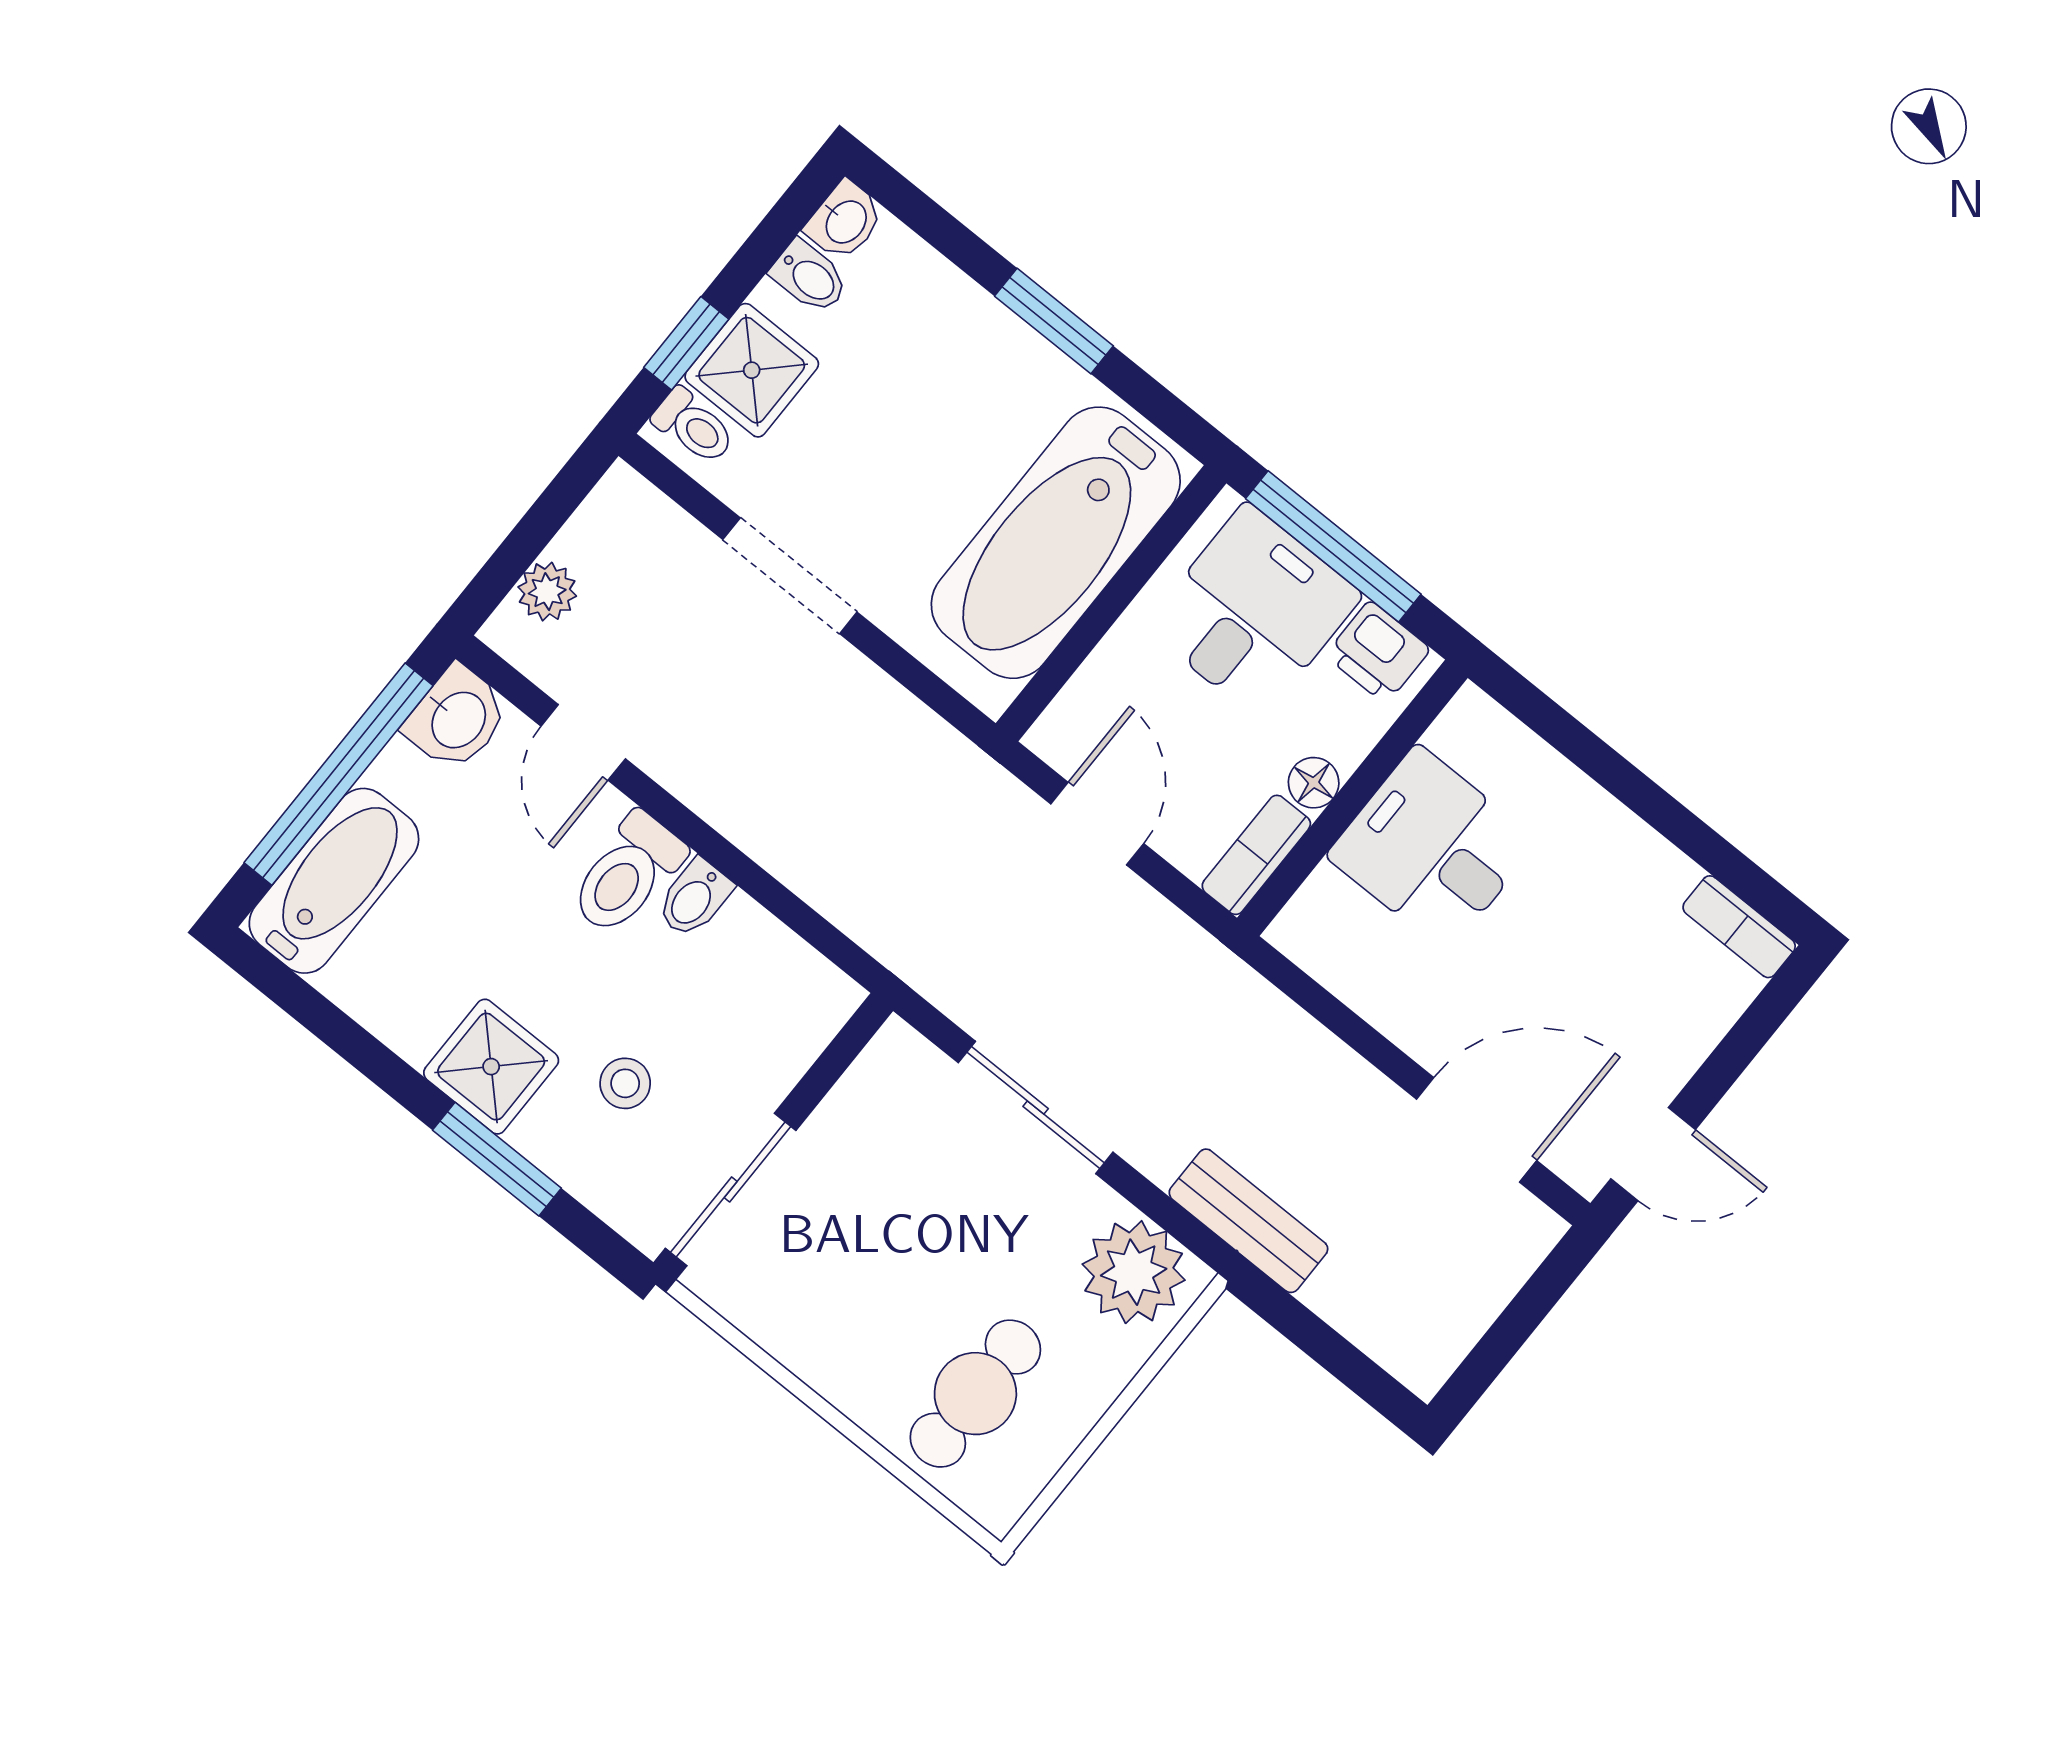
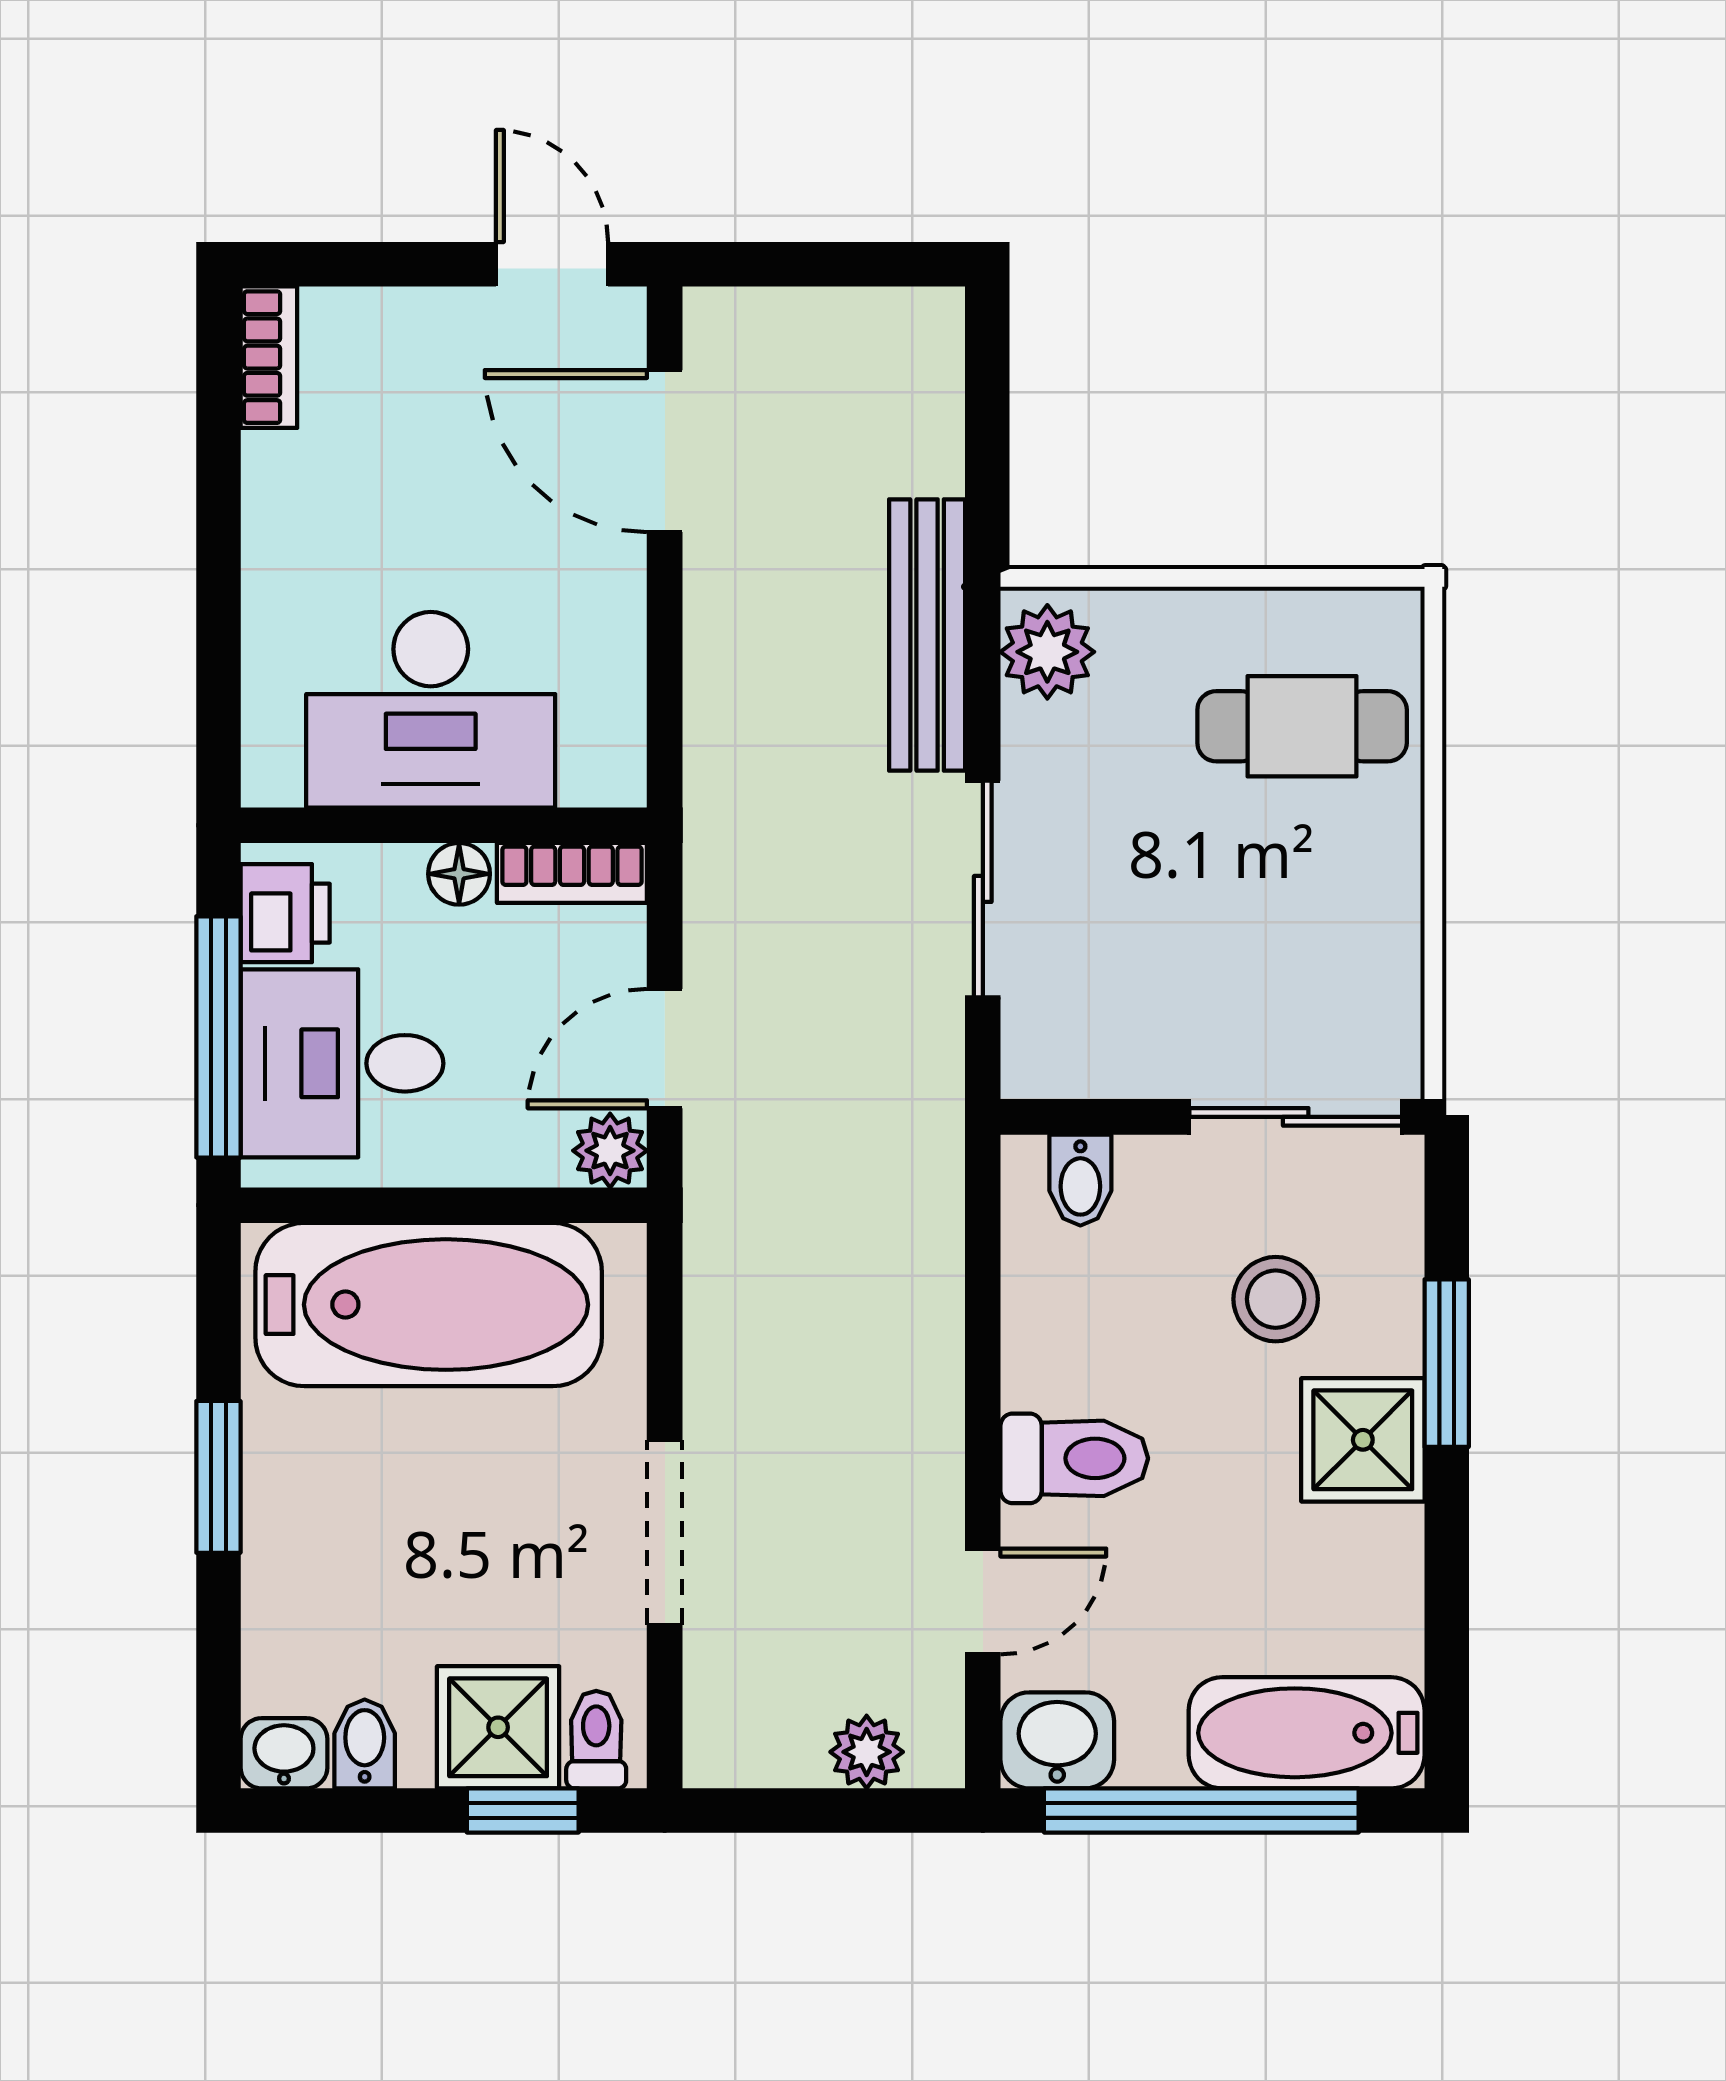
plant: (1061, 737) -> (610, 1151), added
desk: (1432, 849) -> (431, 710), width x1.37
bidet: (694, 898) -> (1080, 1180), moved, turned 90
stool: (625, 1083) -> (1276, 1299), width x1.37, depth x1.37
bench: (1248, 1221) -> (927, 635), width x1.36
plant: (1134, 1272) -> (1047, 652), width x0.73, depth x0.73

